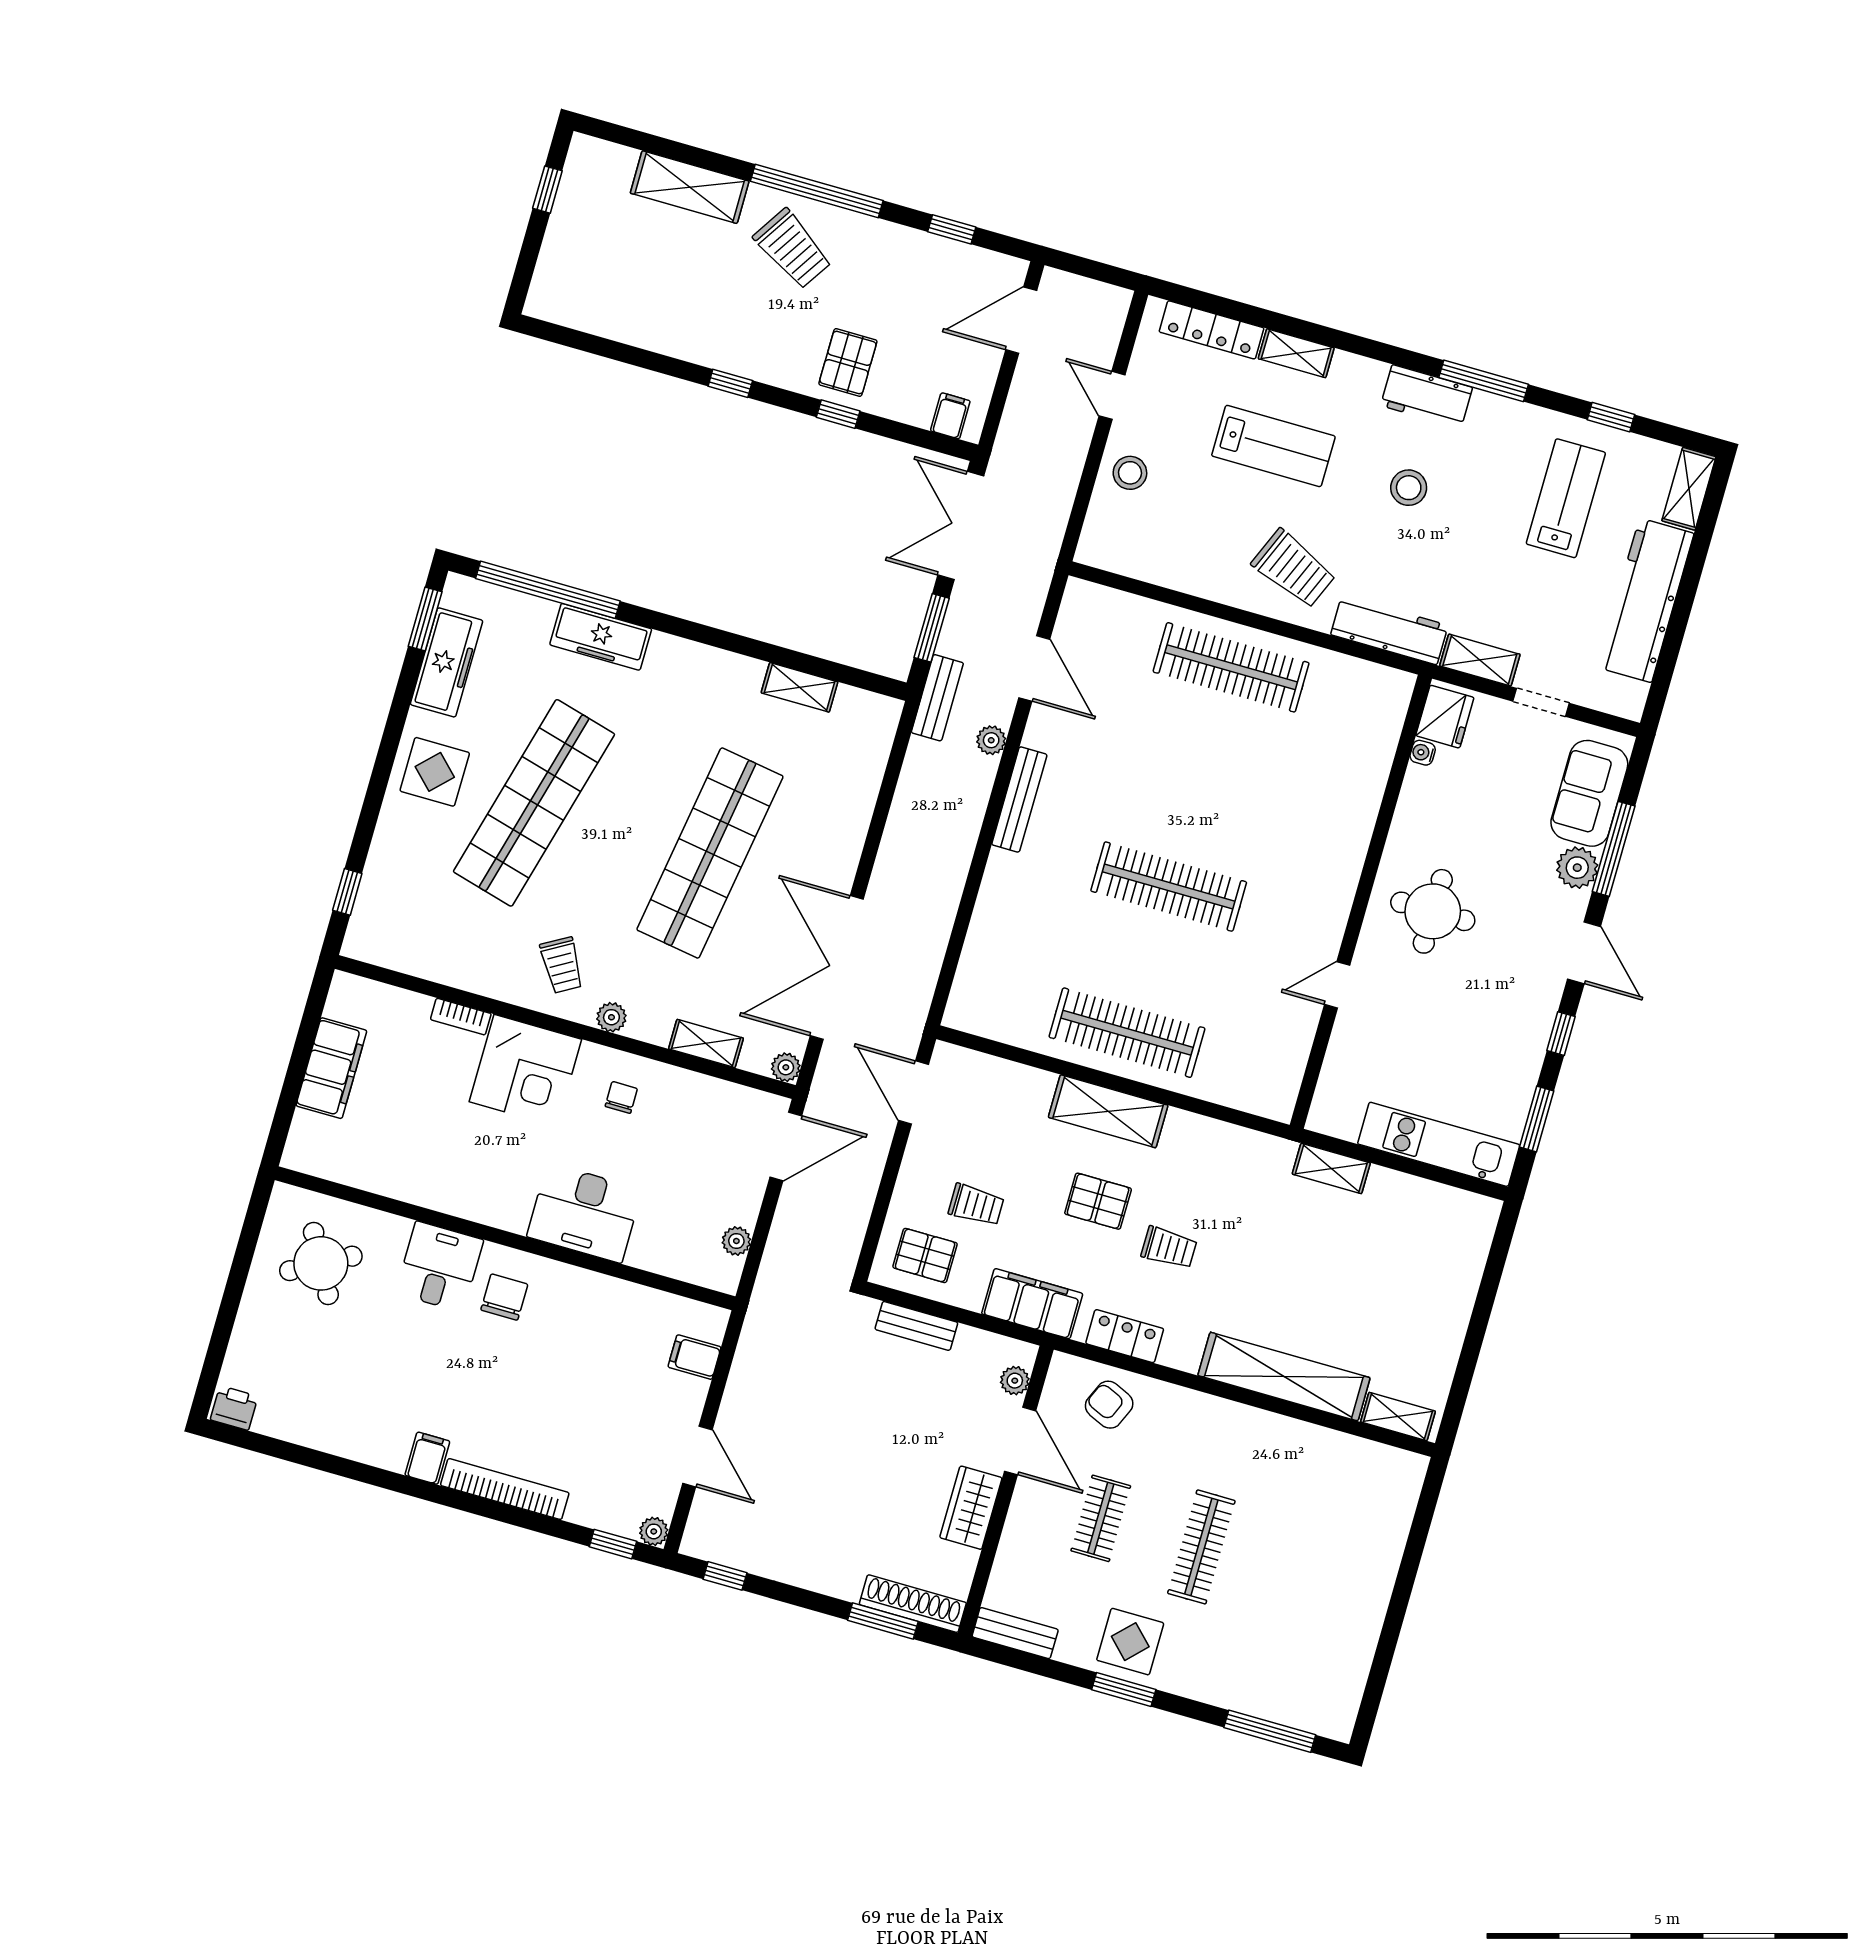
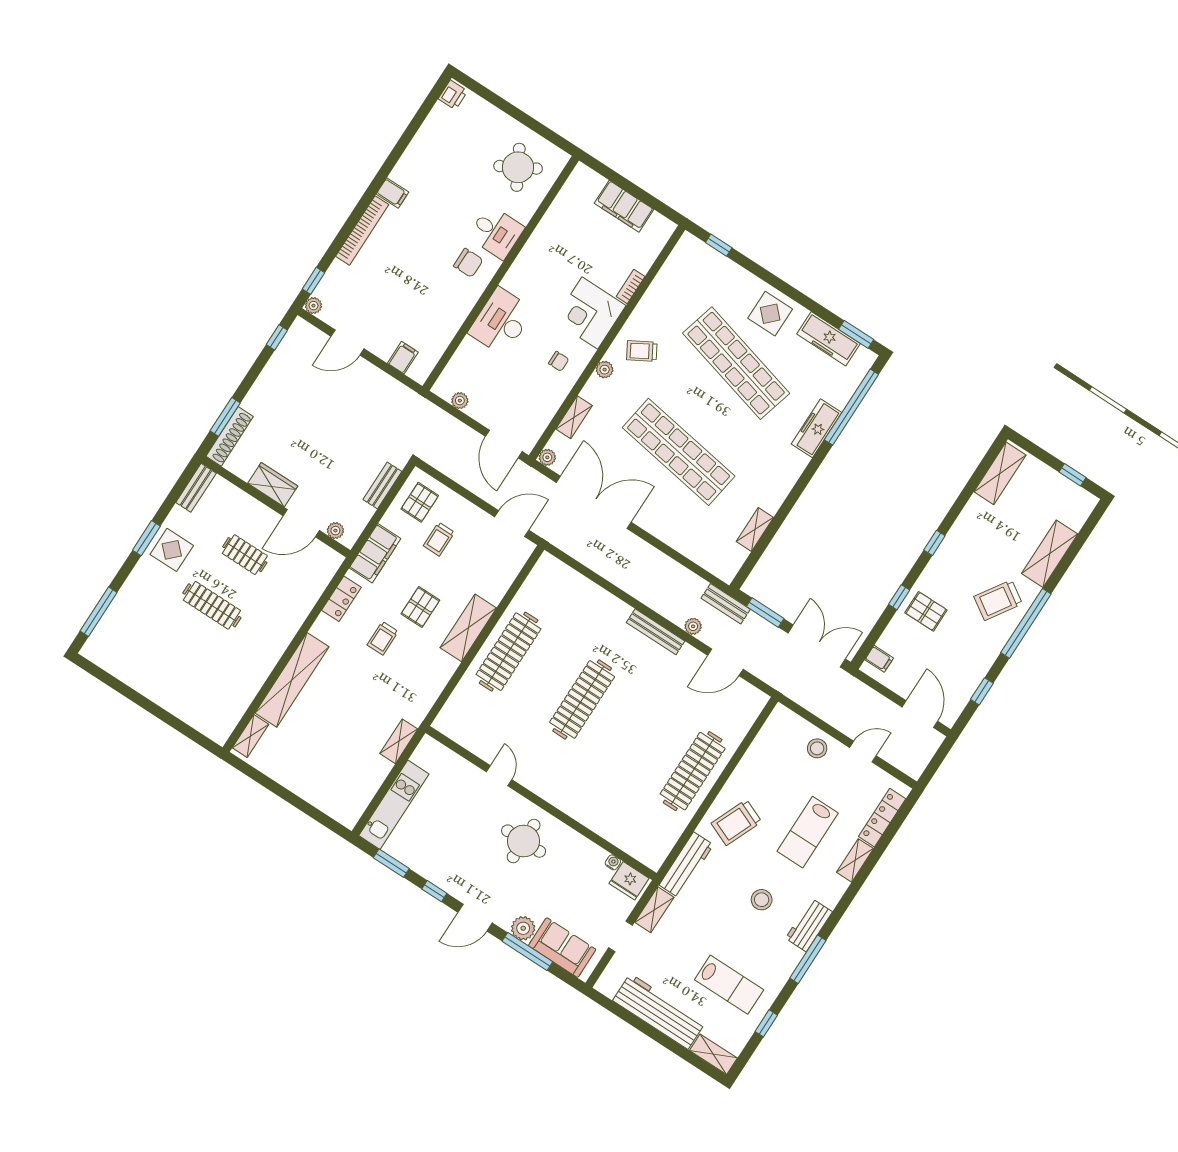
shelving: (582, 310) -> (1000, 473), added
armchair: (1109, 1405) -> (306, 579), removed

